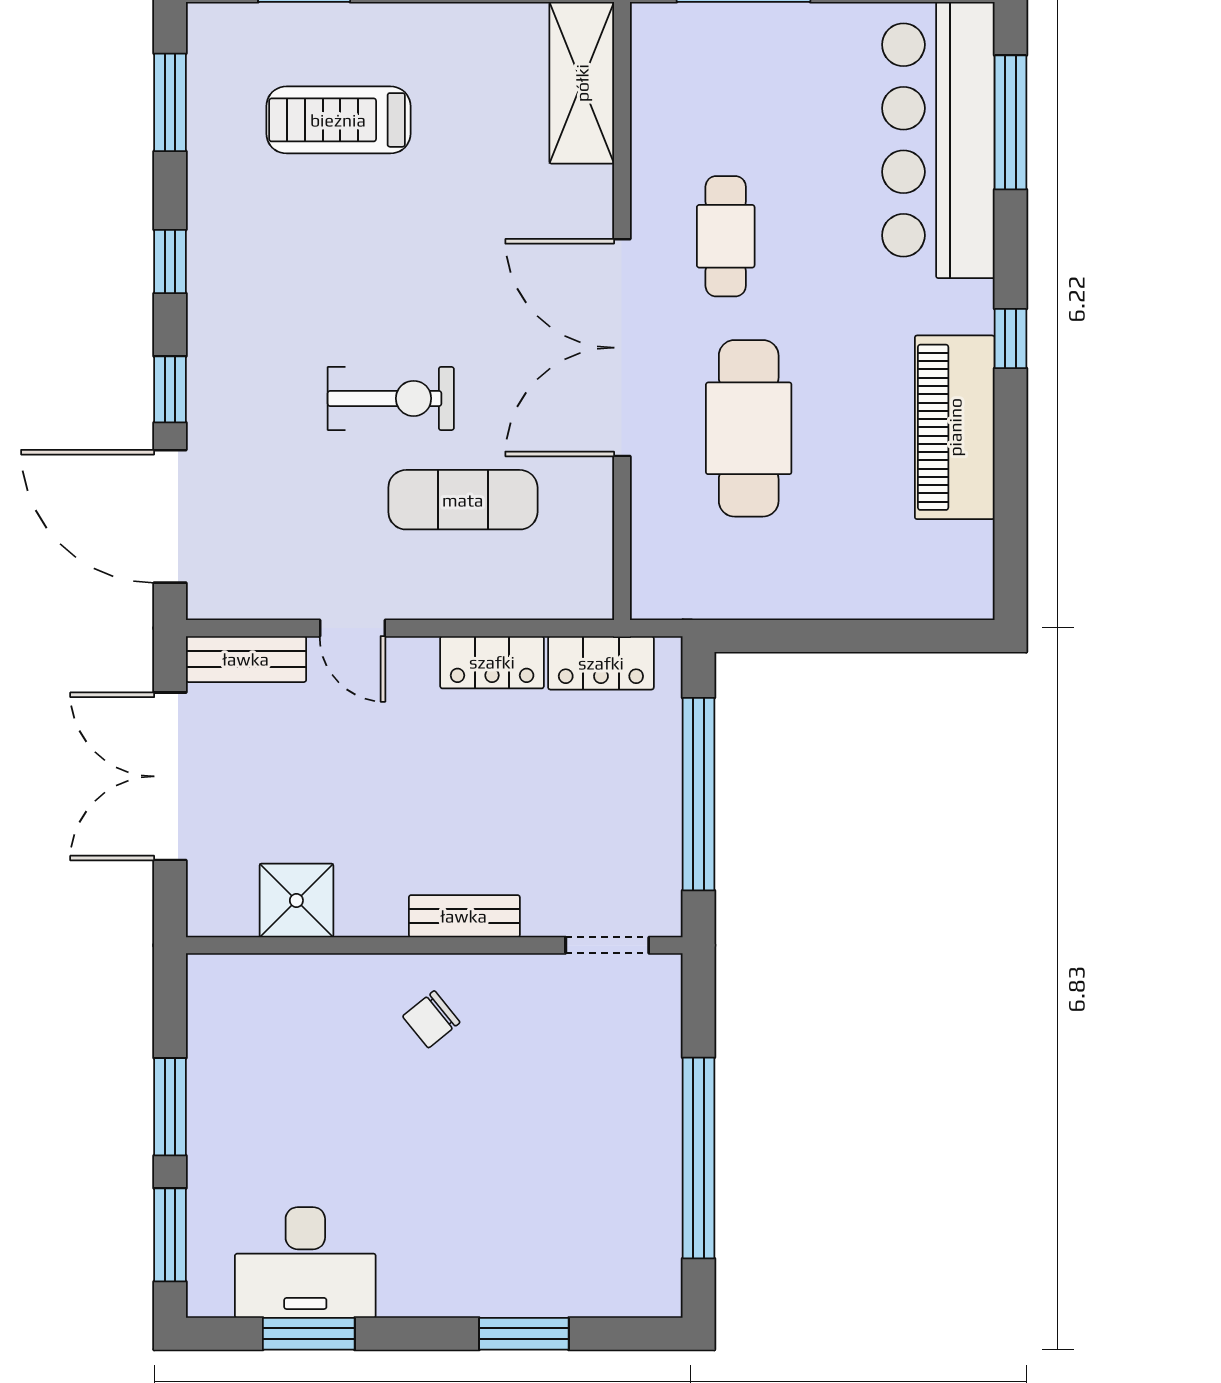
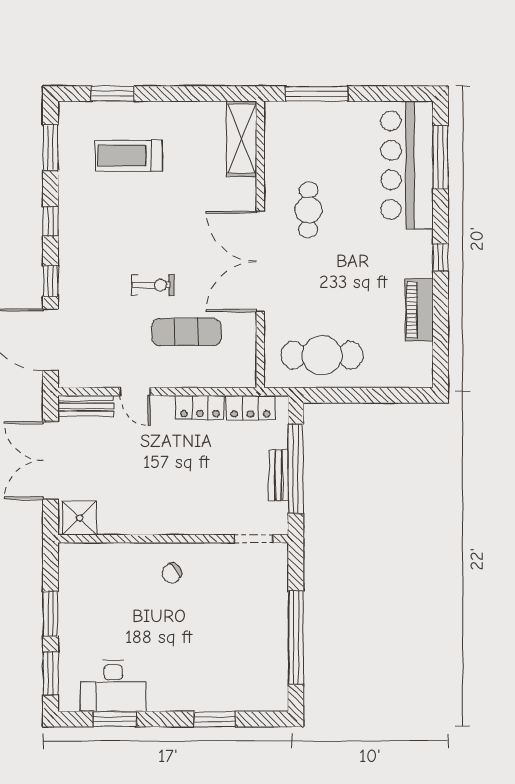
exercise bike: (391, 398) -> (153, 285), width x0.73, depth x0.72
piano: (955, 427) -> (419, 310), width x0.73, depth x0.75
cafe table: (749, 428) -> (322, 355), moved, turned 90
shower: (296, 900) -> (80, 518), moved
bench: (464, 916) -> (279, 475), moved, turned 90

